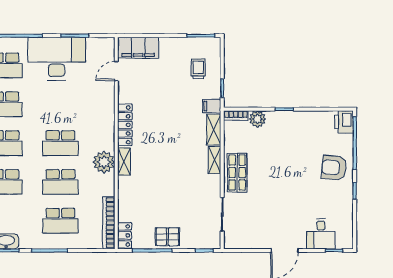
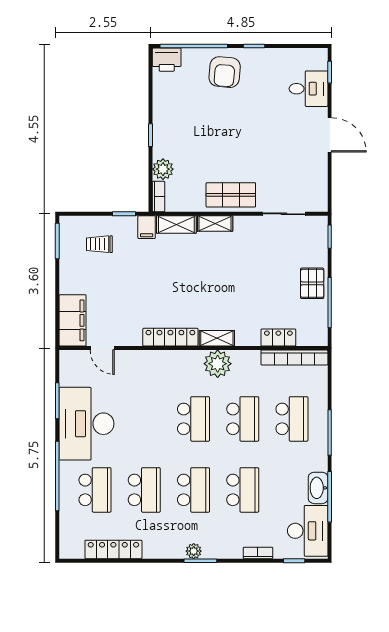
locker: (125, 235) -> (278, 338), moved

